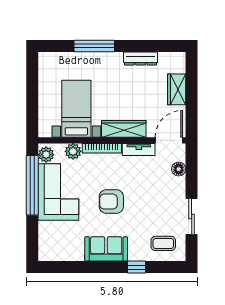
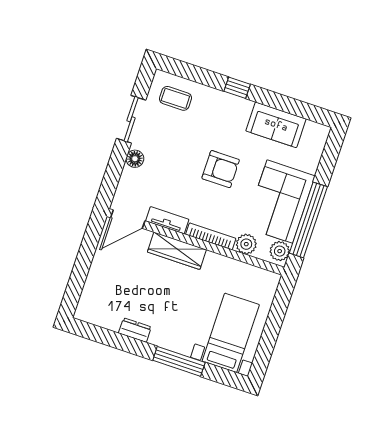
dresser: (141, 58) -> (135, 330), width x0.70
wardrobe: (177, 89) -> (98, 277), removed
bed with nightstands: (76, 109) -> (231, 333), moved, turned 180
floor lamp: (179, 169) -> (135, 159), moved
sofa: (106, 249) -> (276, 125), moved
window: (136, 267) -> (237, 88), moved

